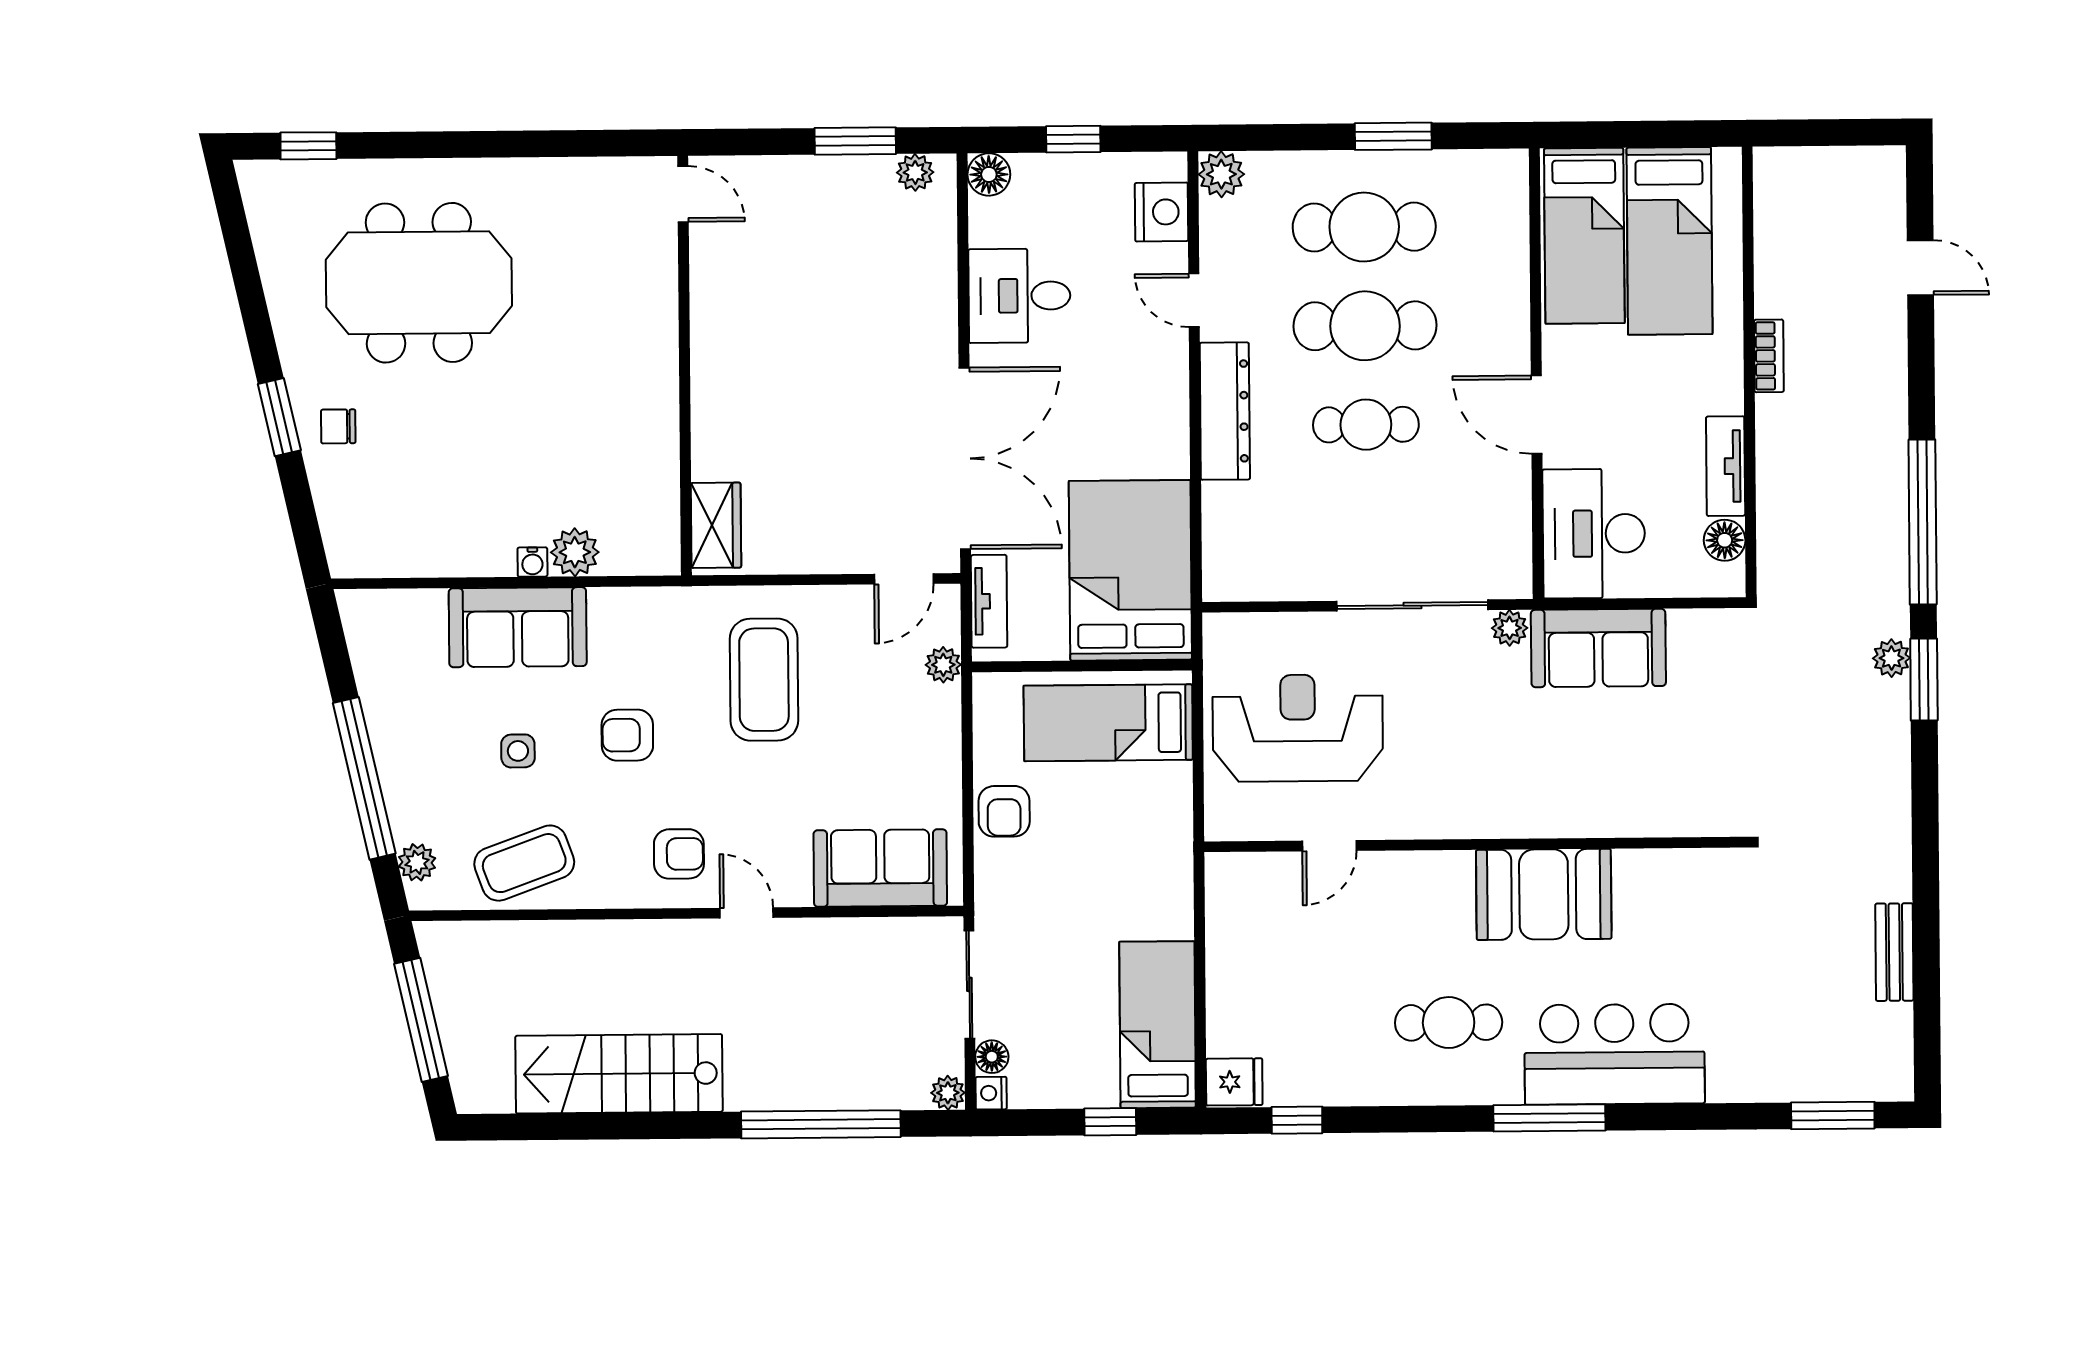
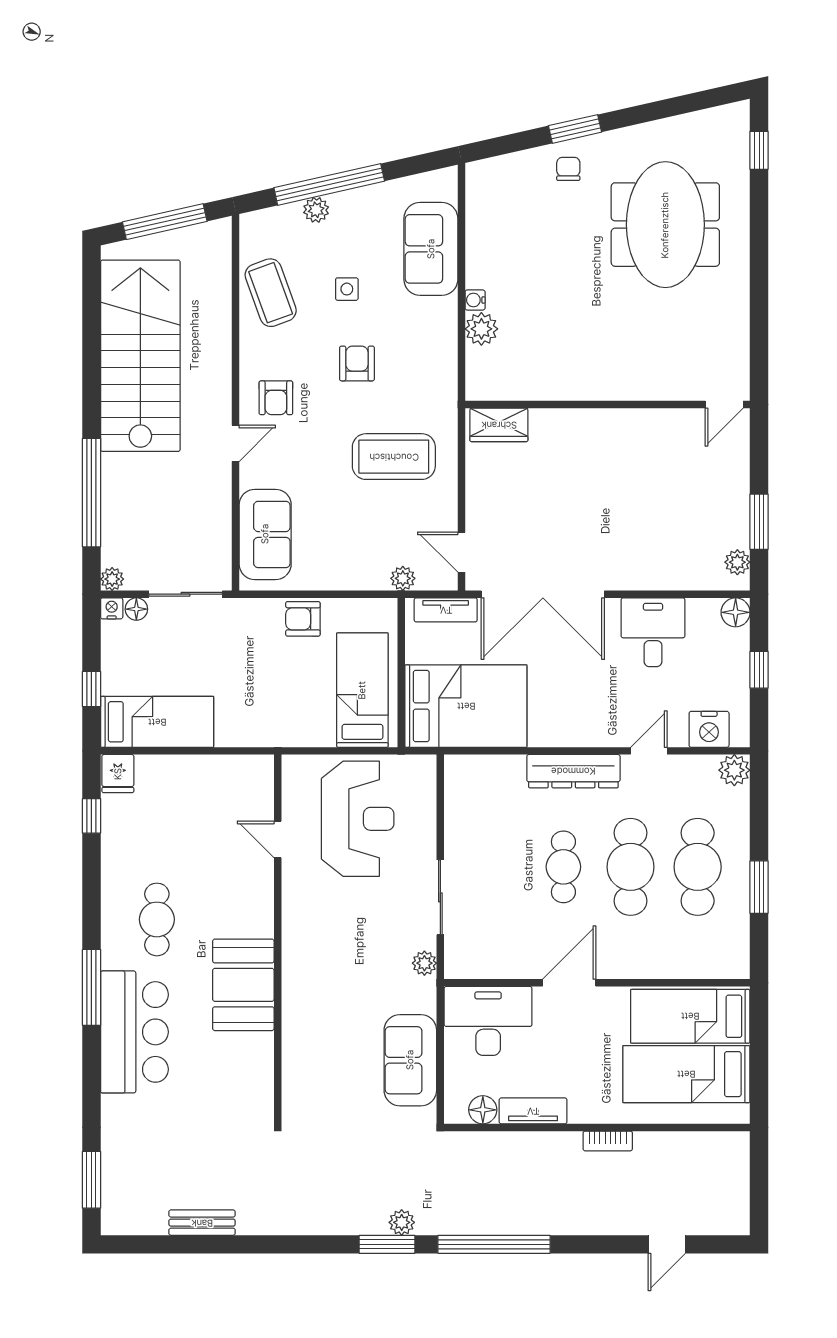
sliding door: (1412, 605) -> (440, 897), width x0.73
sofa: (518, 627) -> (431, 249), moved
sofa: (1598, 648) -> (410, 1060), moved
plant: (417, 862) -> (316, 210), moved
stairs: (619, 1074) -> (140, 356), width x1.36, depth x1.51

